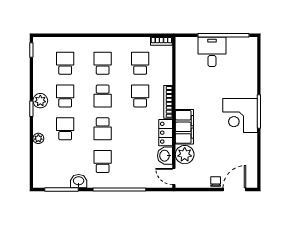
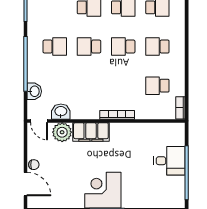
school desk: (103, 63) -> (157, 47), turned 180
school desk: (140, 63) -> (157, 86), turned 180
school desk: (140, 96) -> (123, 86), removed
locker: (166, 133) -> (85, 112), removed
door: (174, 176) -> (39, 121), swing flipped
washbasin: (79, 181) -> (34, 91), moved

